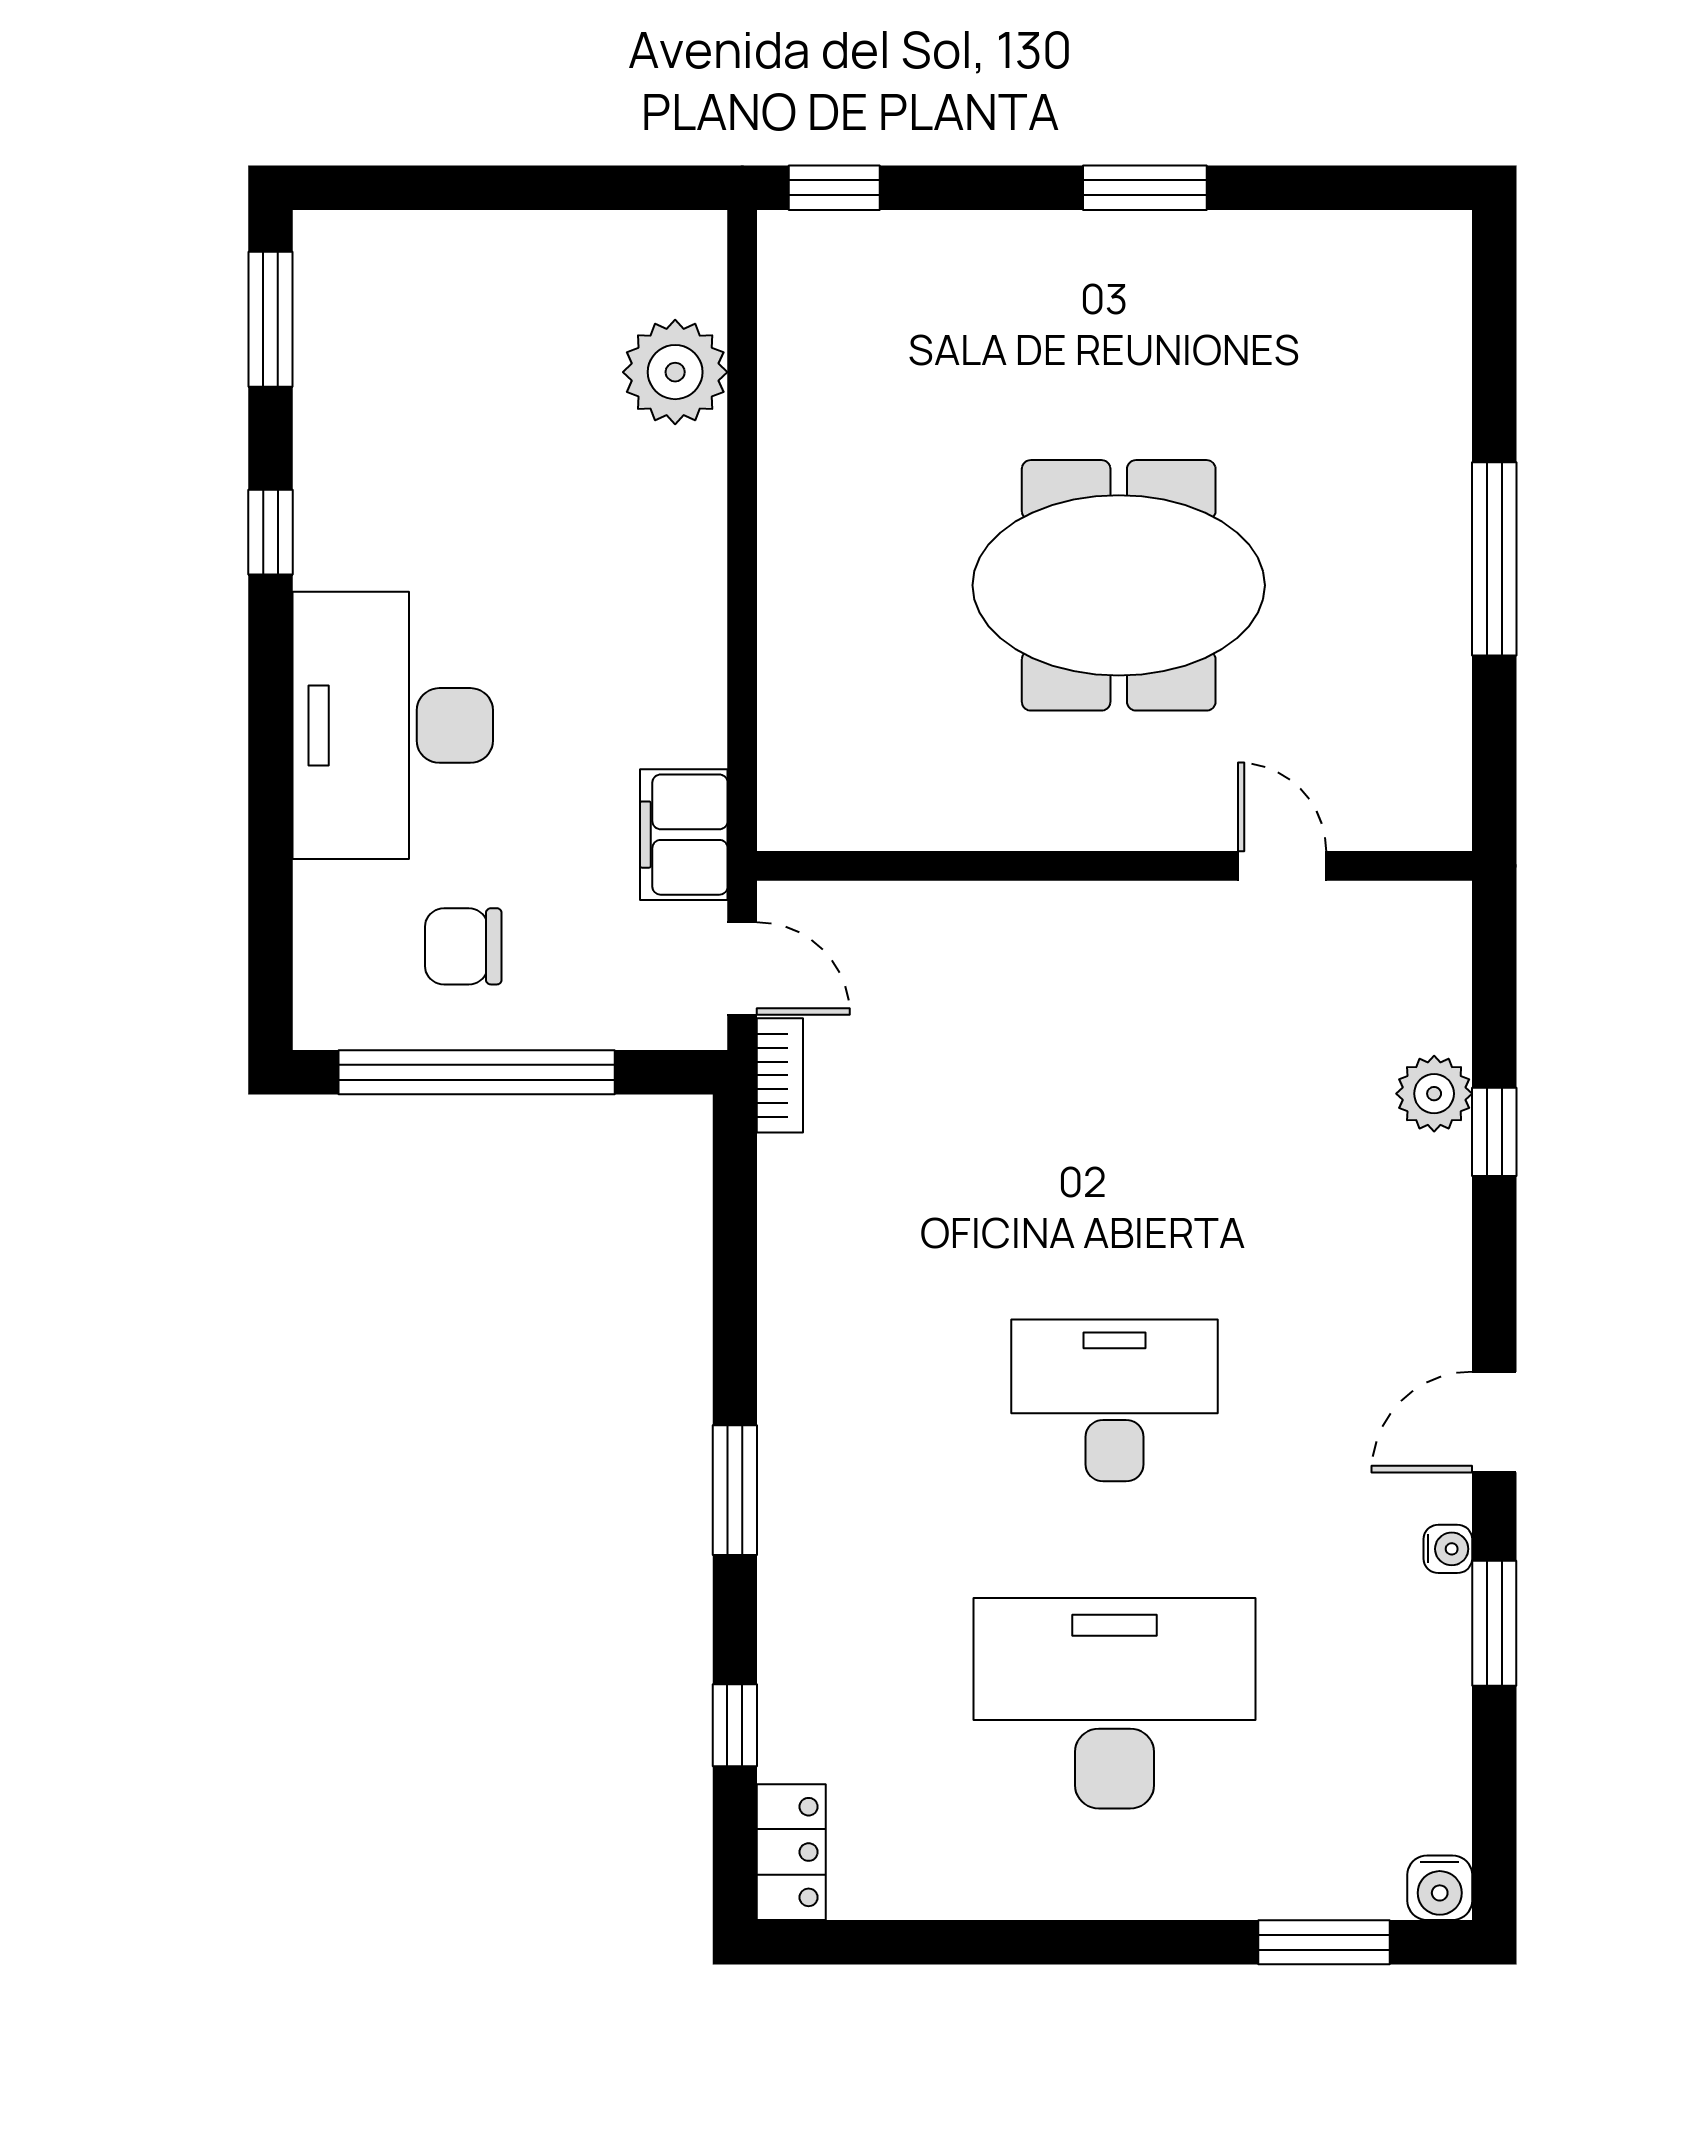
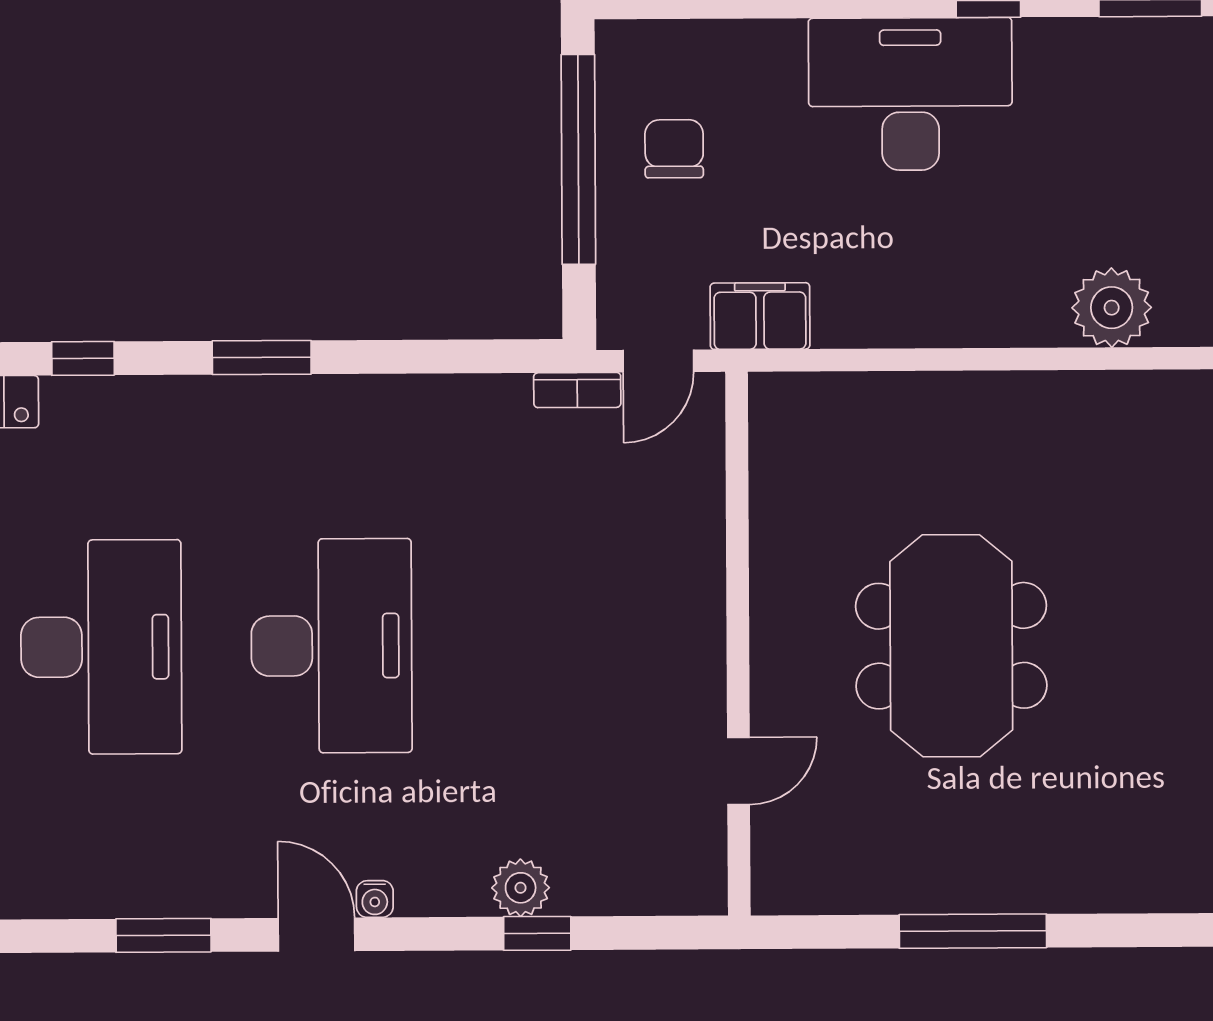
desk: (393, 725) -> (910, 94), moved
plant: (1434, 1094) -> (521, 888), moved
desk: (1115, 1400) -> (331, 646), width x1.36, depth x1.30
water cooler: (1448, 1549) -> (375, 899), moved

